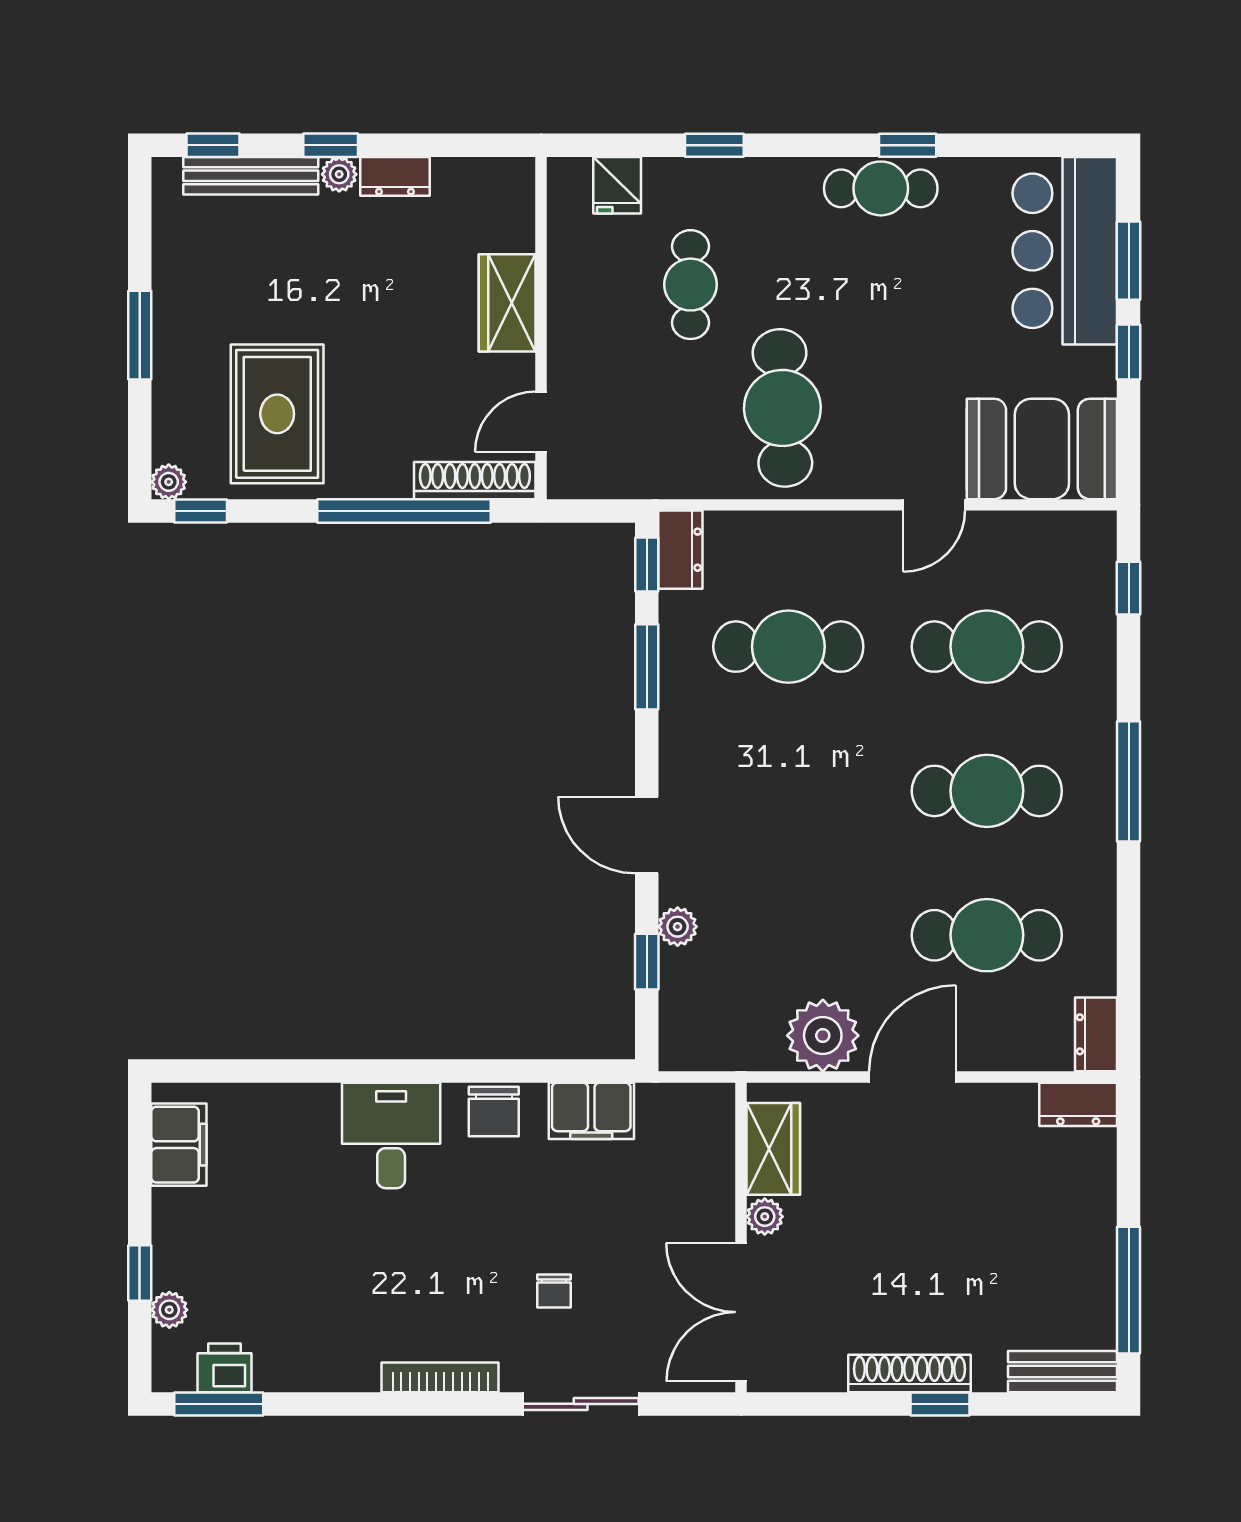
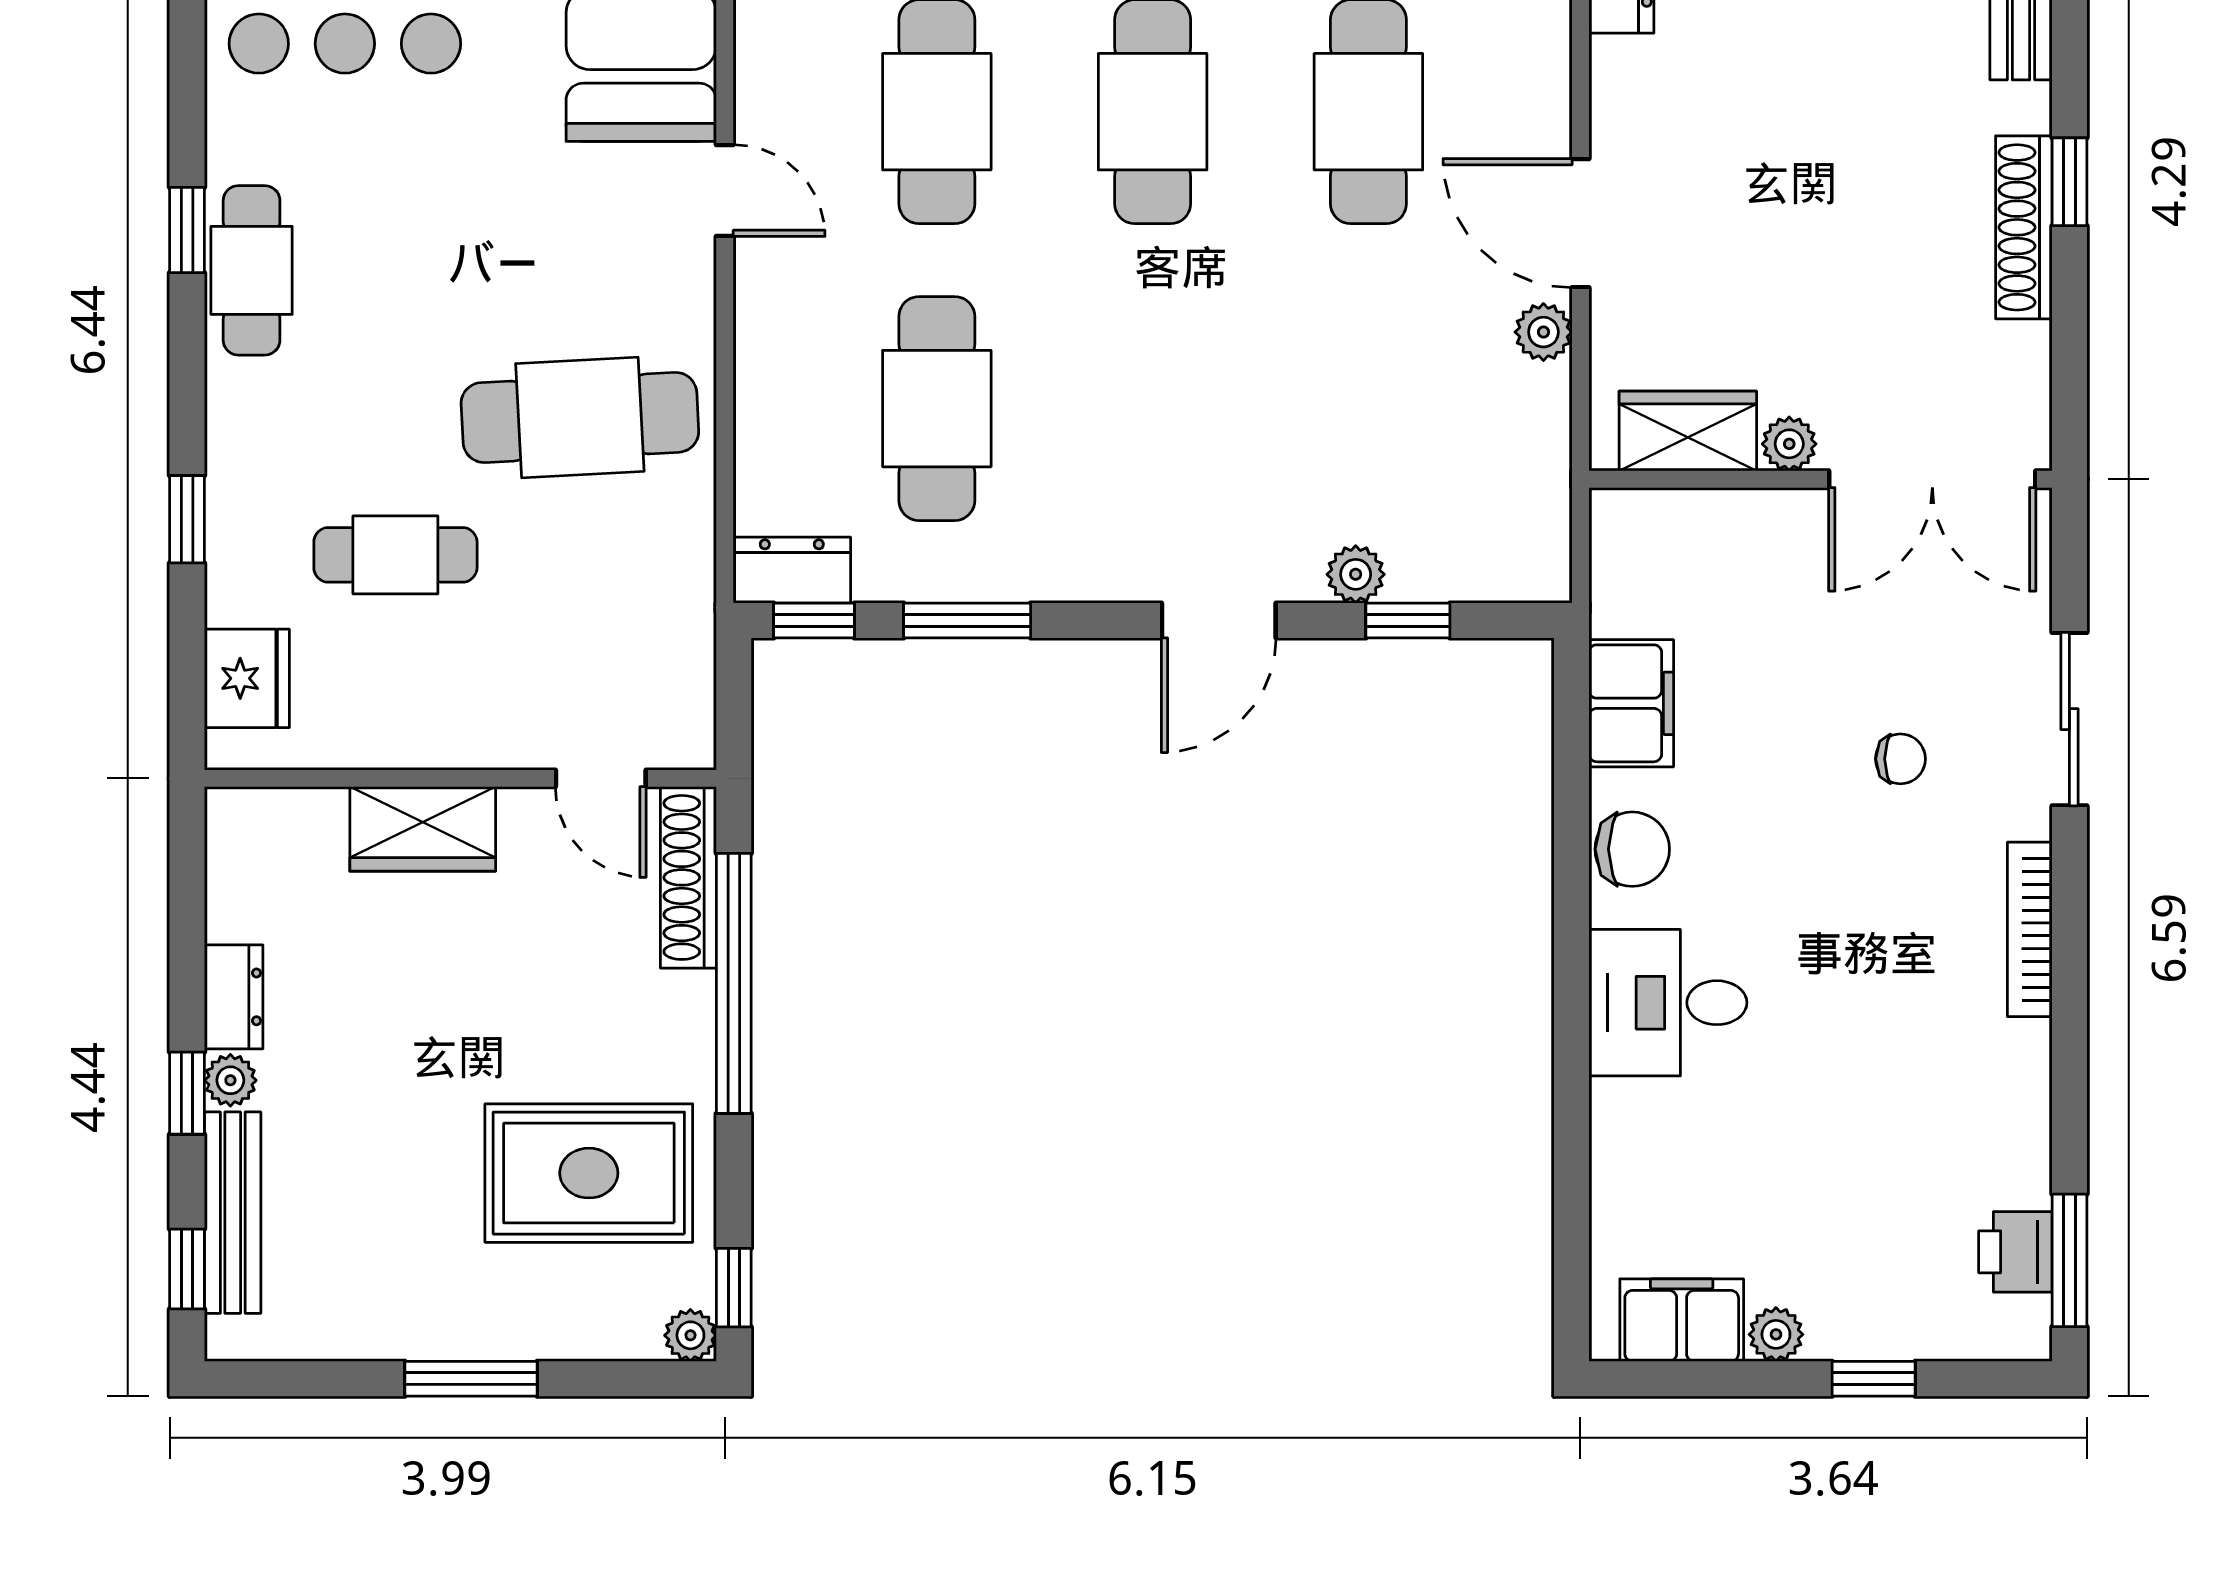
fridge: (617, 185) -> (247, 678), width x1.38
plant: (823, 1036) -> (1543, 332), width x0.53, depth x0.53
plant: (169, 1310) -> (1776, 1334), moved

